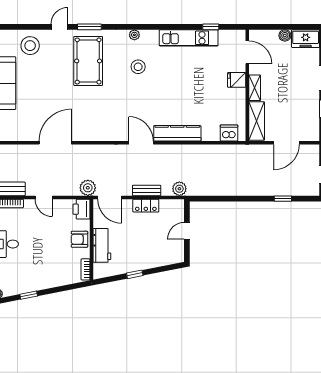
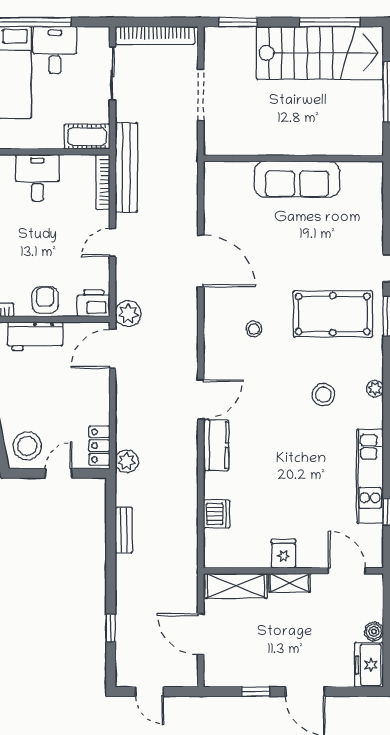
stool: (30, 46) -> (254, 329), moved, width x0.53, depth x0.53
door: (247, 52) -> (347, 571), swing flipped
fridge: (237, 80) -> (283, 554), moved
kitchen counter: (177, 133) -> (216, 445), width x0.67
dishwasher: (229, 133) -> (216, 514), moved
bench: (147, 190) -> (124, 530), moved
locker: (146, 206) -> (99, 446), moved
door: (187, 231) -> (59, 473), hinge flipped
stool: (170, 250) -> (27, 446), added

